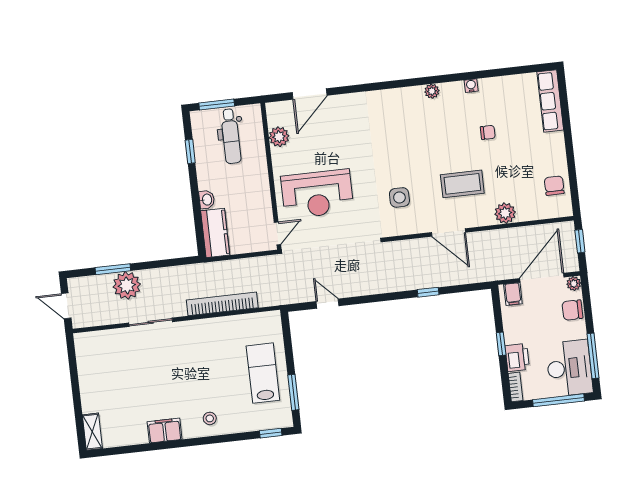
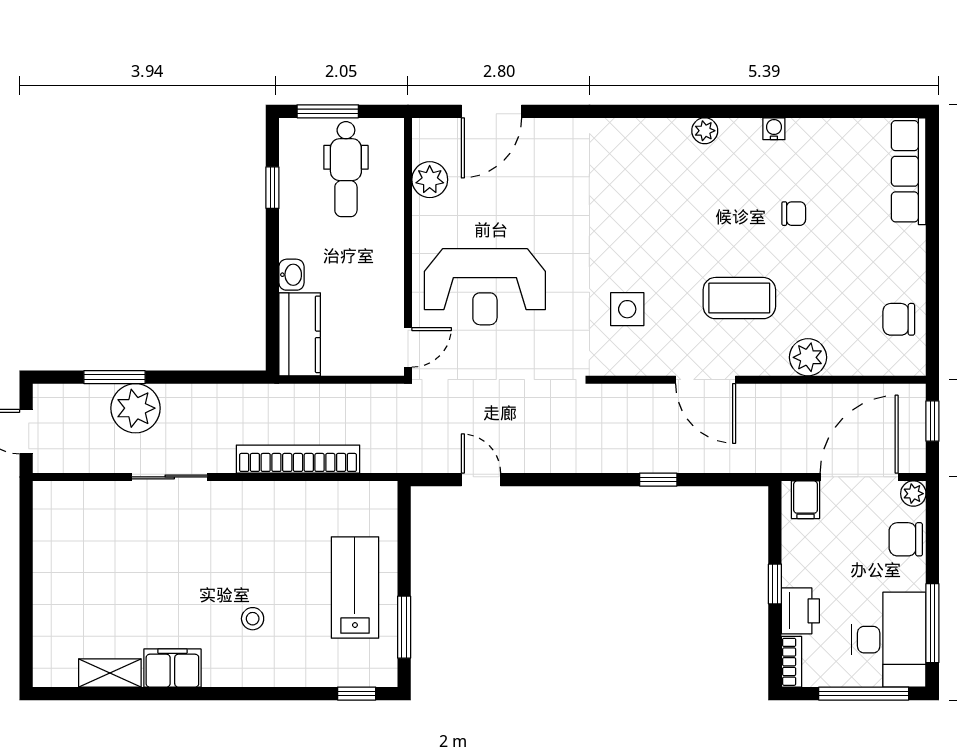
chair: (554, 186) -> (899, 319), turned -90
stool: (210, 418) -> (253, 619), moved
shelving: (92, 432) -> (110, 673), moved, turned 90

